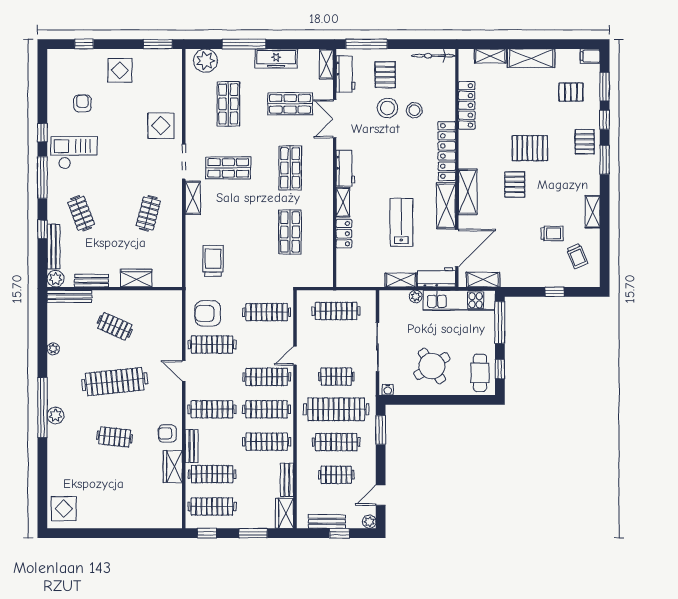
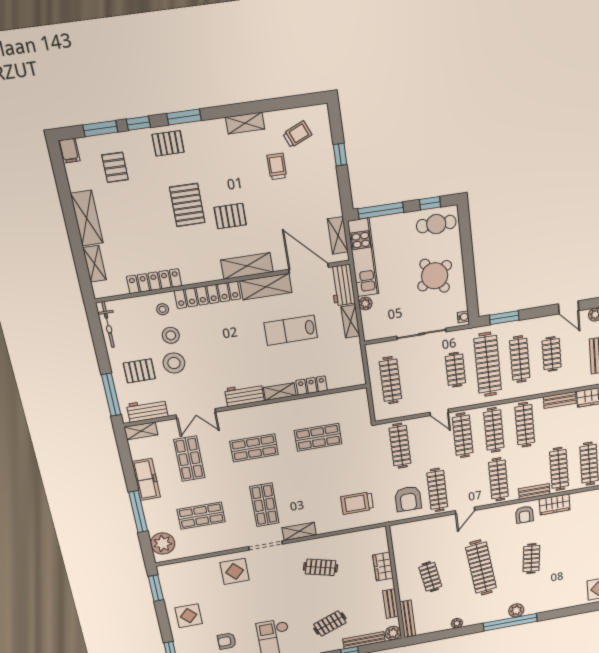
stool: (440, 108) -> (163, 309), added
clothes rail: (115, 326) -> (430, 577), turned -33

